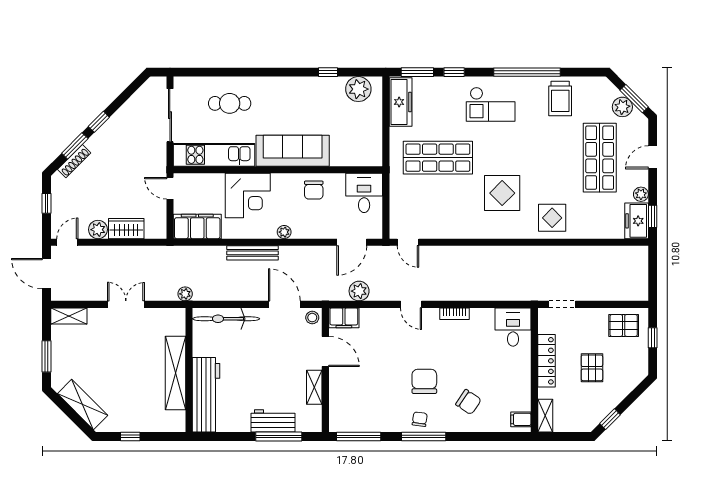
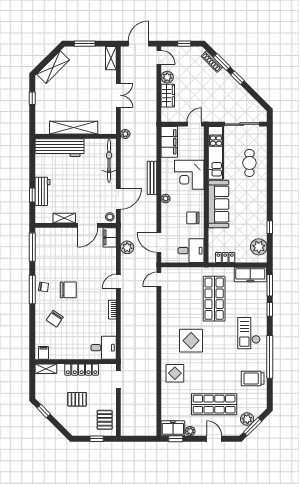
locker: (375, 141) -> (225, 257), added
window: (279, 436) -> (32, 195), width x0.46

